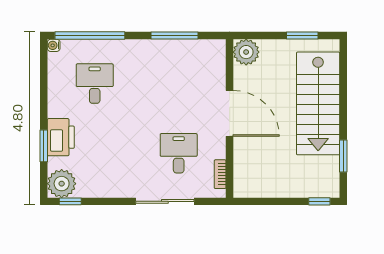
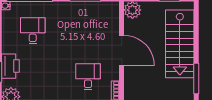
window: (343, 156) -> (196, 78), width x1.44

